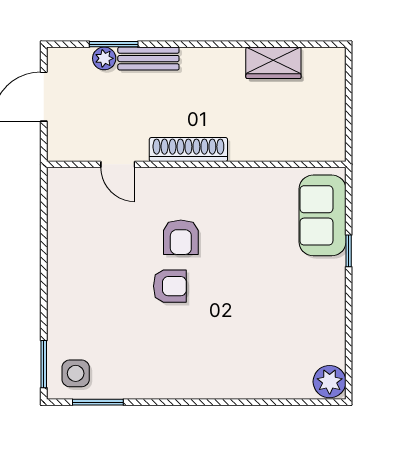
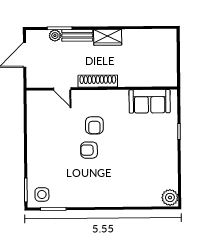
wardrobe: (273, 63) -> (108, 37), moved
sofa: (322, 215) -> (150, 101), moved, turned -90
armchair: (170, 286) -> (89, 150), turned 180

